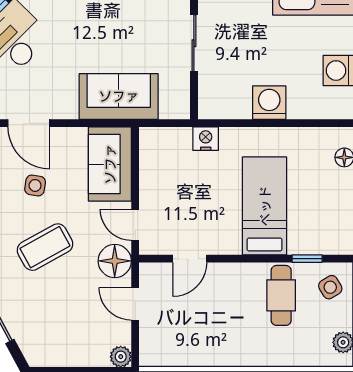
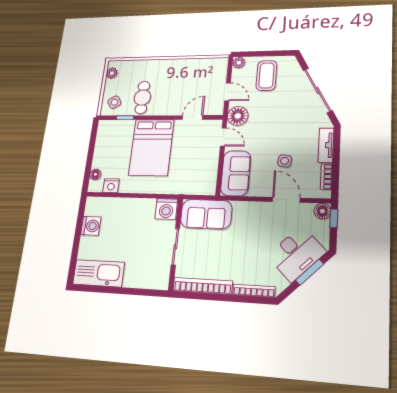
sofa: (119, 96) -> (206, 214), moved
washing machine: (269, 103) -> (166, 209), moved
nightstand: (206, 139) -> (111, 186), moved
bed: (265, 206) -> (151, 147), width x1.50
coffee table: (45, 247) -> (266, 76), moved, turned -61

